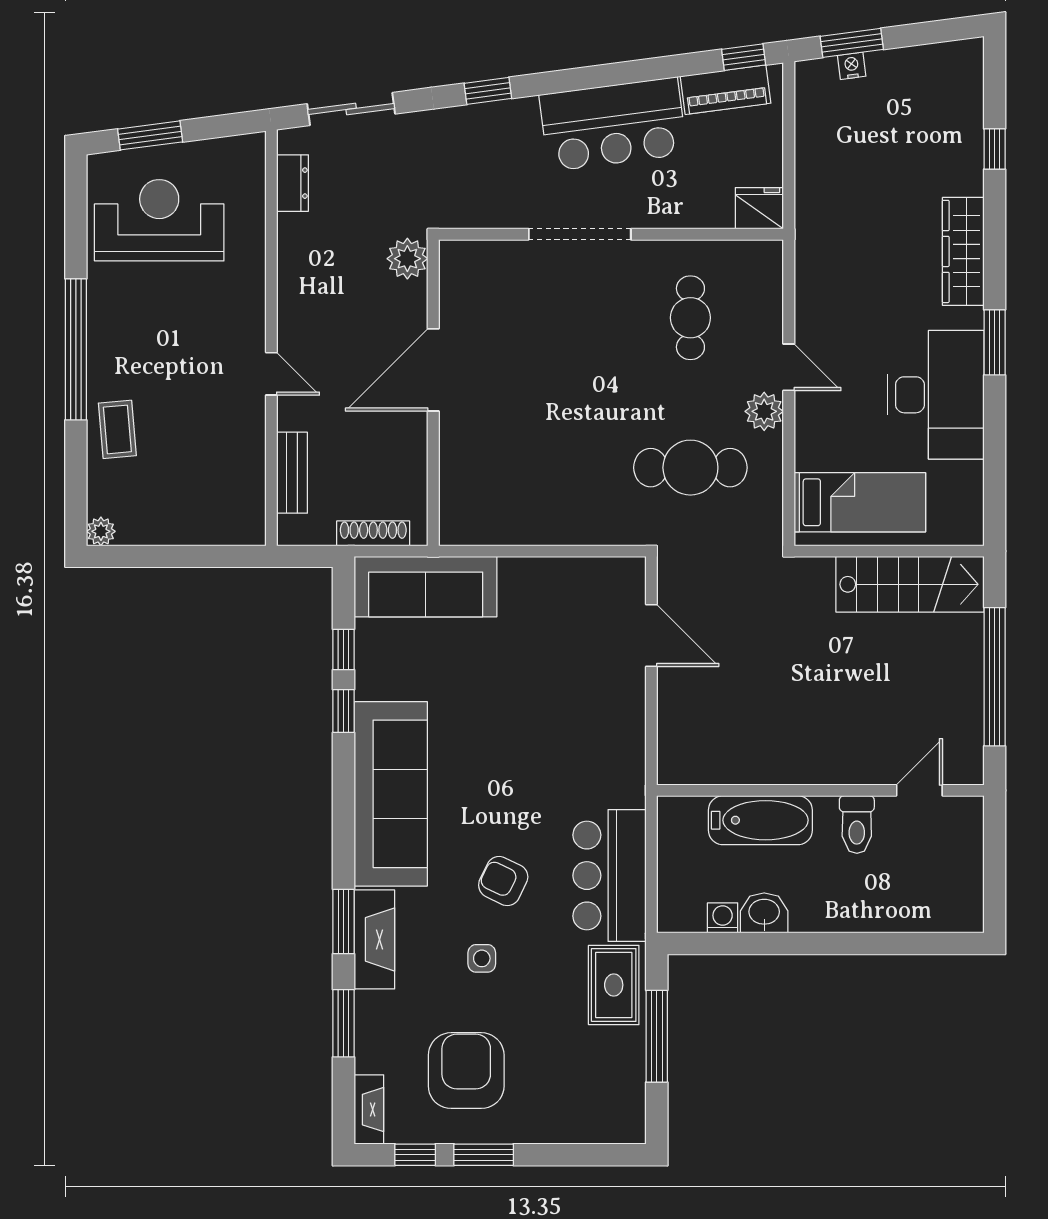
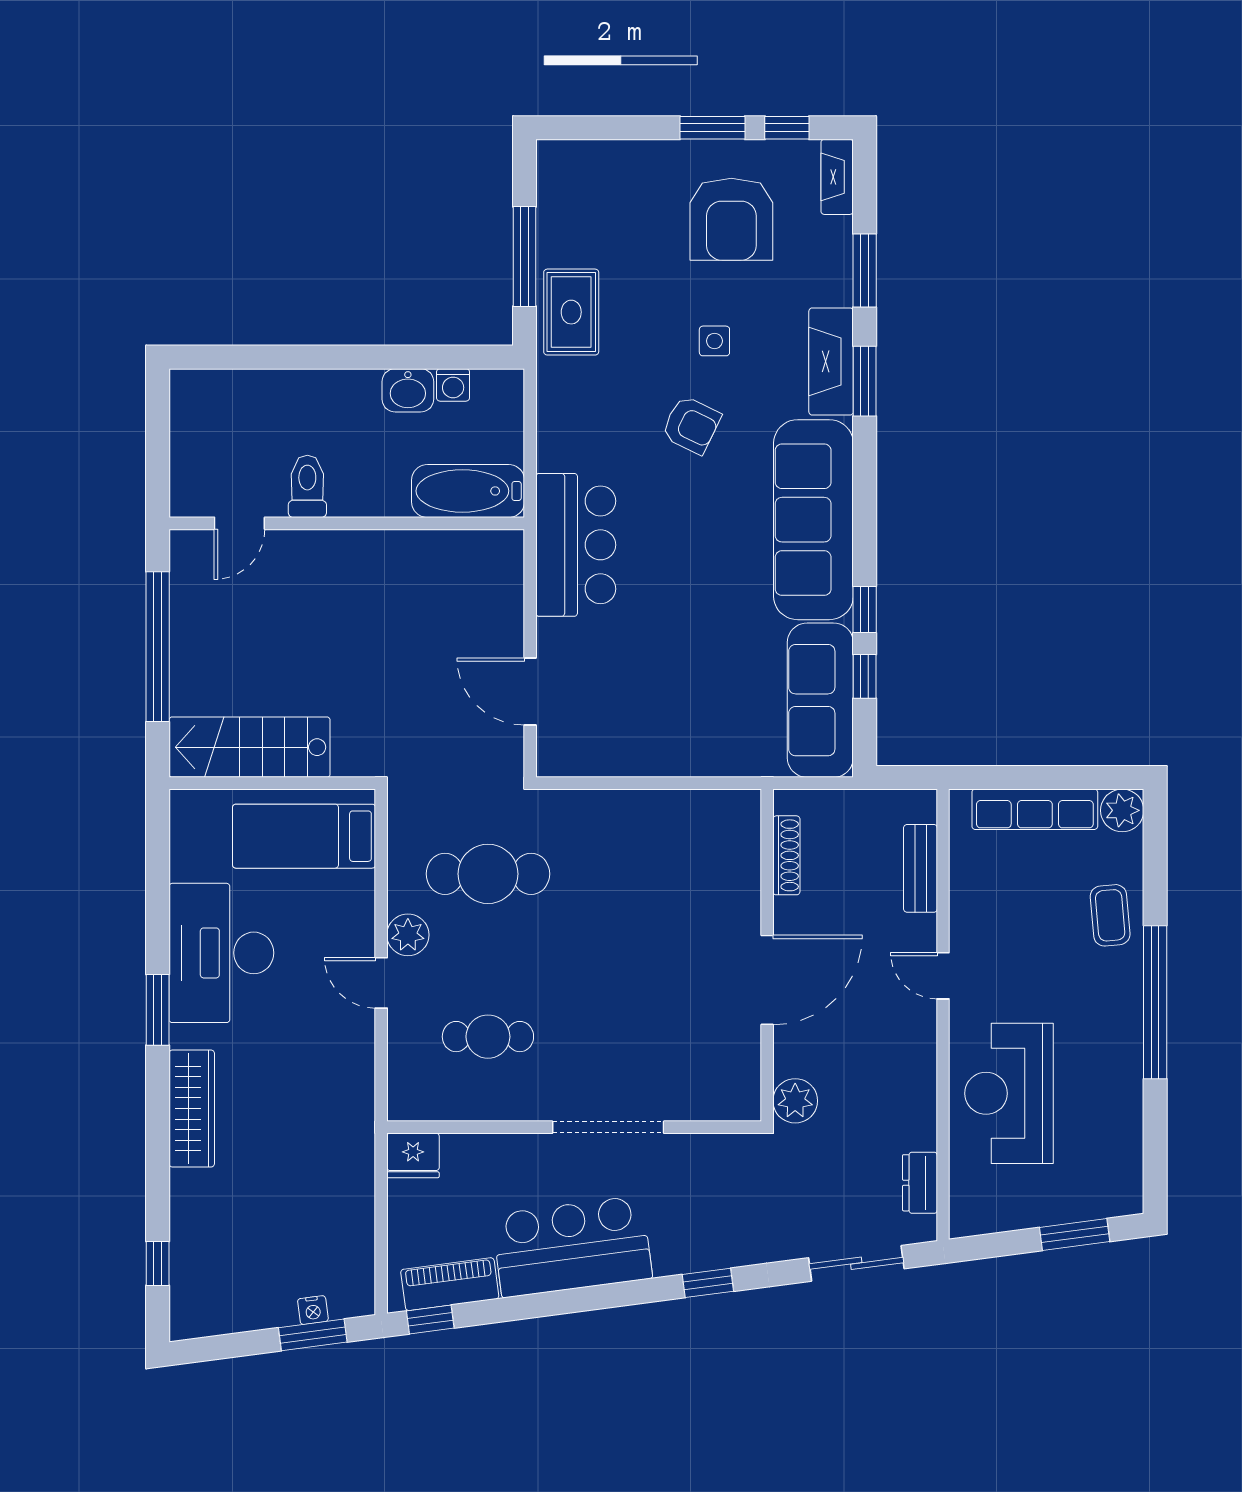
window: (995, 149) -> (158, 1263), moved
reception desk: (159, 220) -> (1009, 1093), moved, turned 90
cafe table: (690, 318) -> (488, 1037), turned 90
row of seats: (187, 527) -> (1035, 809), added
plant: (101, 531) -> (1122, 810), width x1.38, depth x1.38
shoe rack: (373, 533) -> (786, 855), moved, turned -90
sofa: (426, 587) -> (820, 700), moved, turned -90
bathtub: (760, 820) -> (468, 491), moved
bar counter: (610, 876) -> (576, 545), moved

